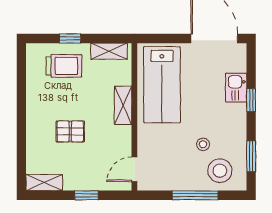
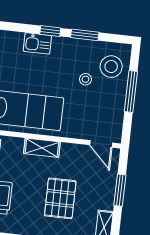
pallet: (70, 131) -> (60, 198), width x1.50, depth x1.42
window: (251, 156) -> (85, 35), moved
window: (86, 195) -> (120, 190), width x1.50

